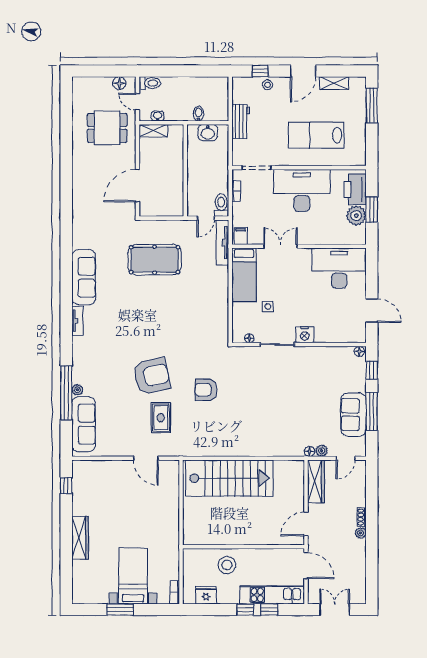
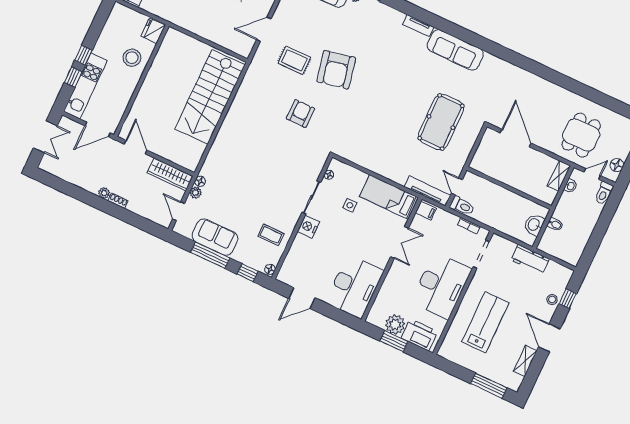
coffee table: (328, 365) -> (271, 235), added
fridge: (206, 595) -> (153, 31), moved, turned 180

